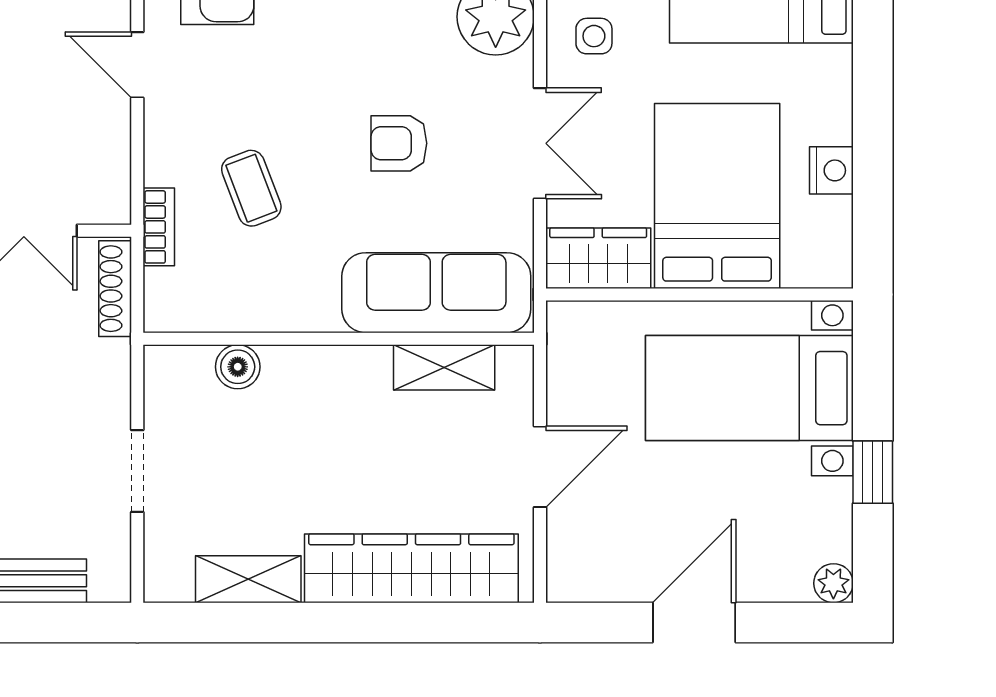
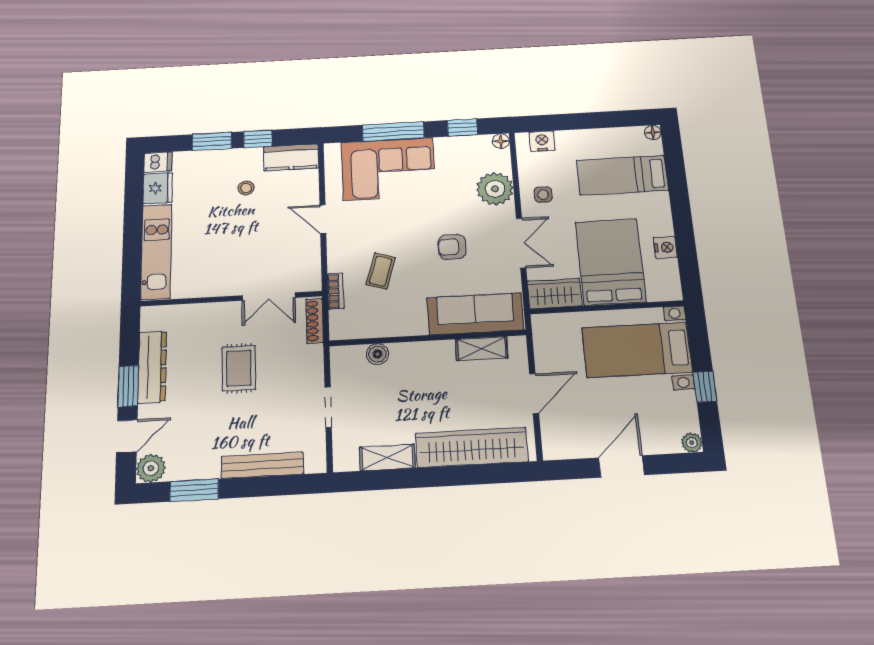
coffee table: (251, 188) -> (381, 271), turned 38

